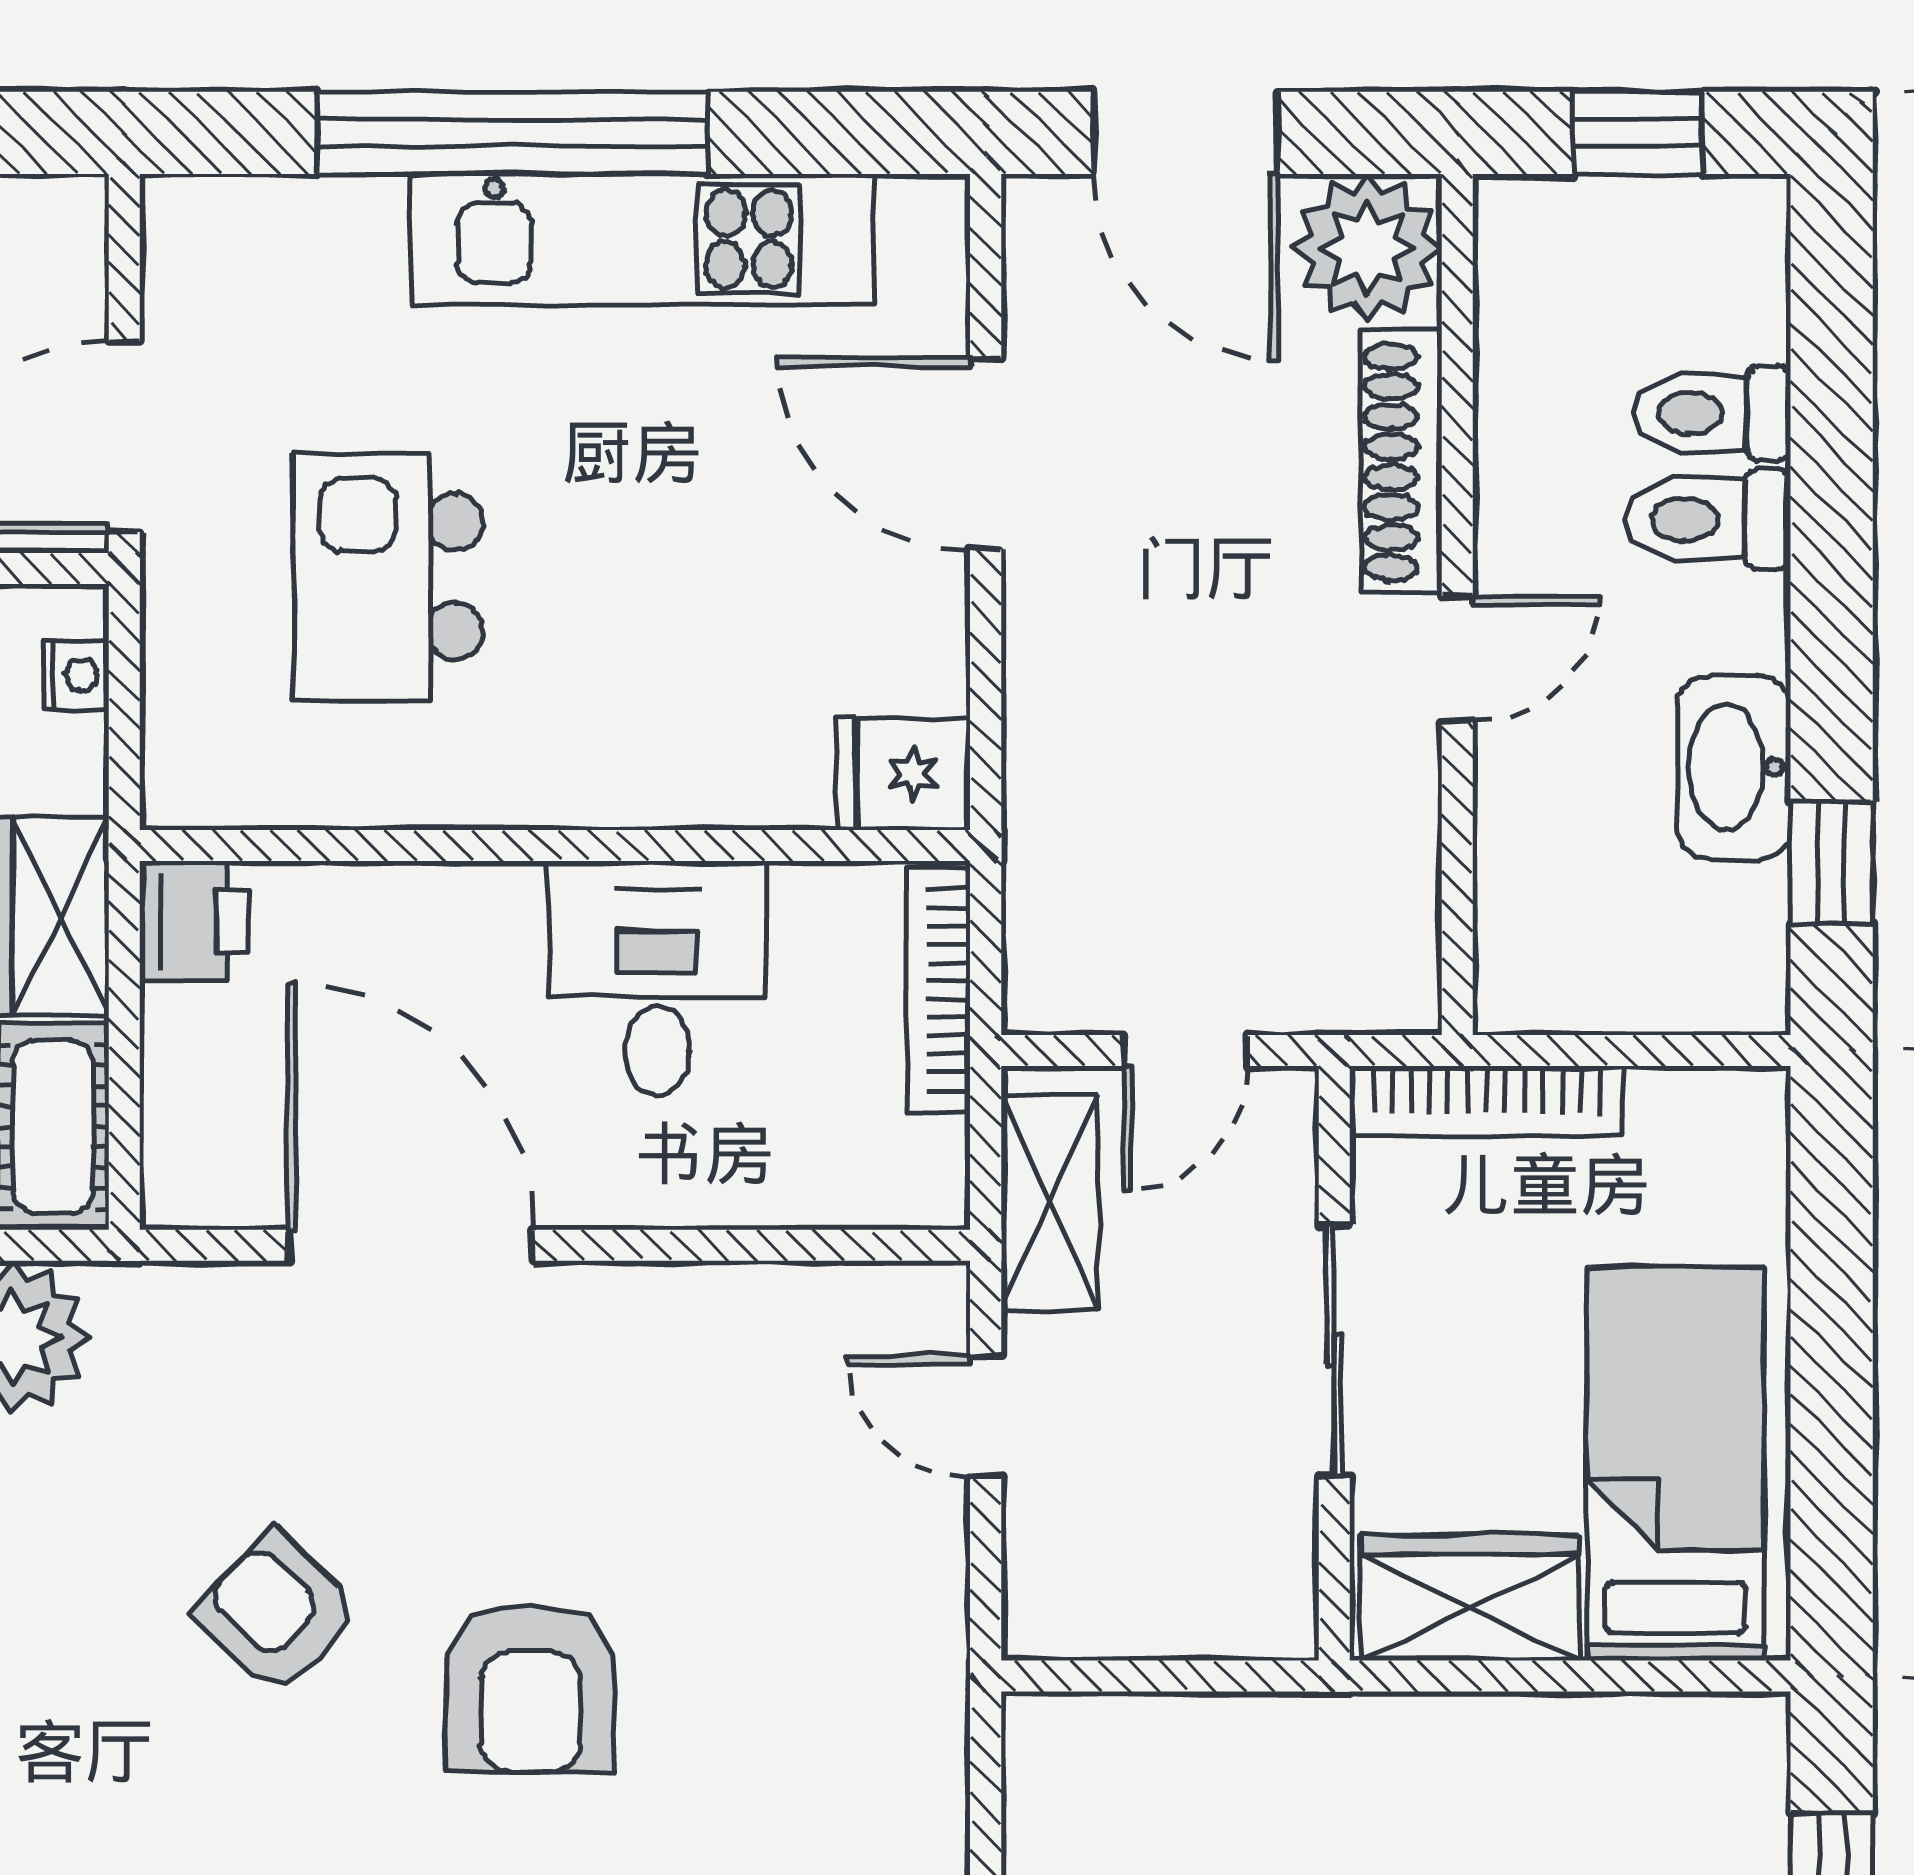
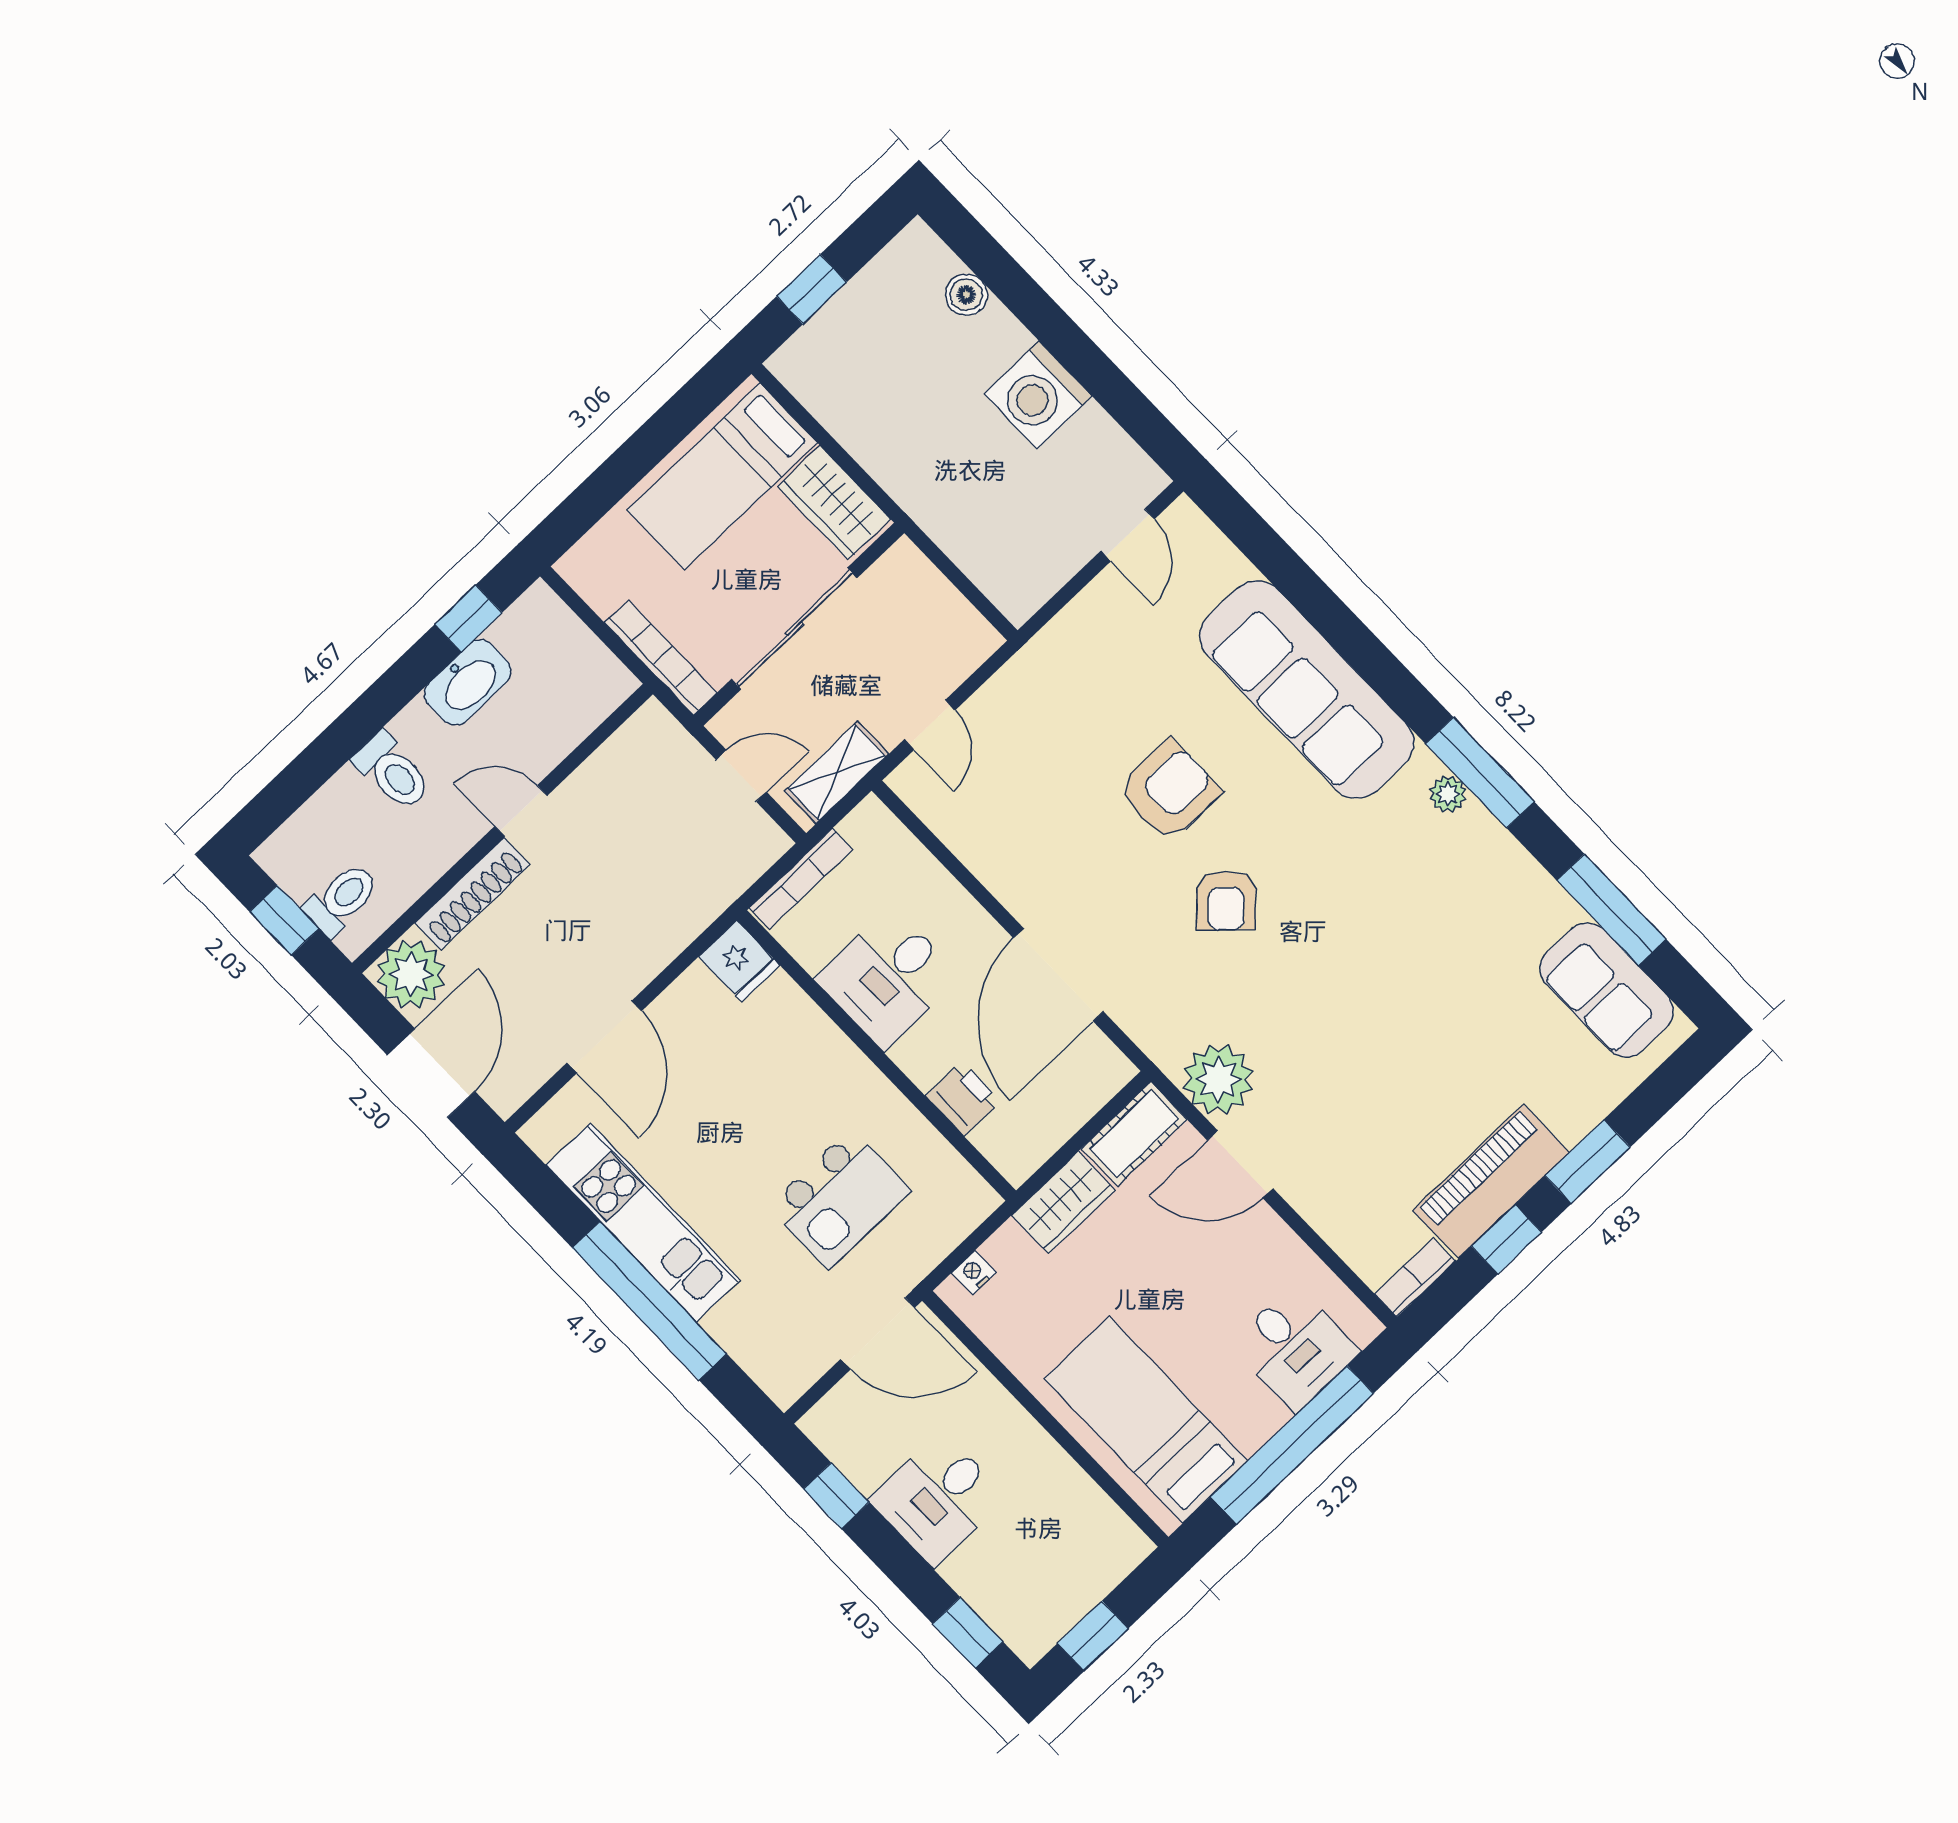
toilet: (1712, 413) -> (342, 899), moved, turned -90
printer: (194, 921) -> (963, 1099), moved, turned 90
sliding door: (1334, 1350) -> (794, 628), width x1.37

